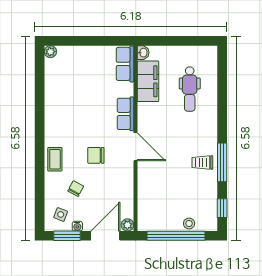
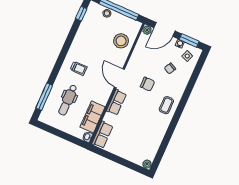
dental chair: (190, 89) -> (68, 100), turned 180
coffee table: (55, 159) -> (166, 105), moved
trolley: (202, 162) -> (79, 68), moved
window: (222, 162) -> (44, 97), moved
stool: (155, 196) -> (121, 41), added

